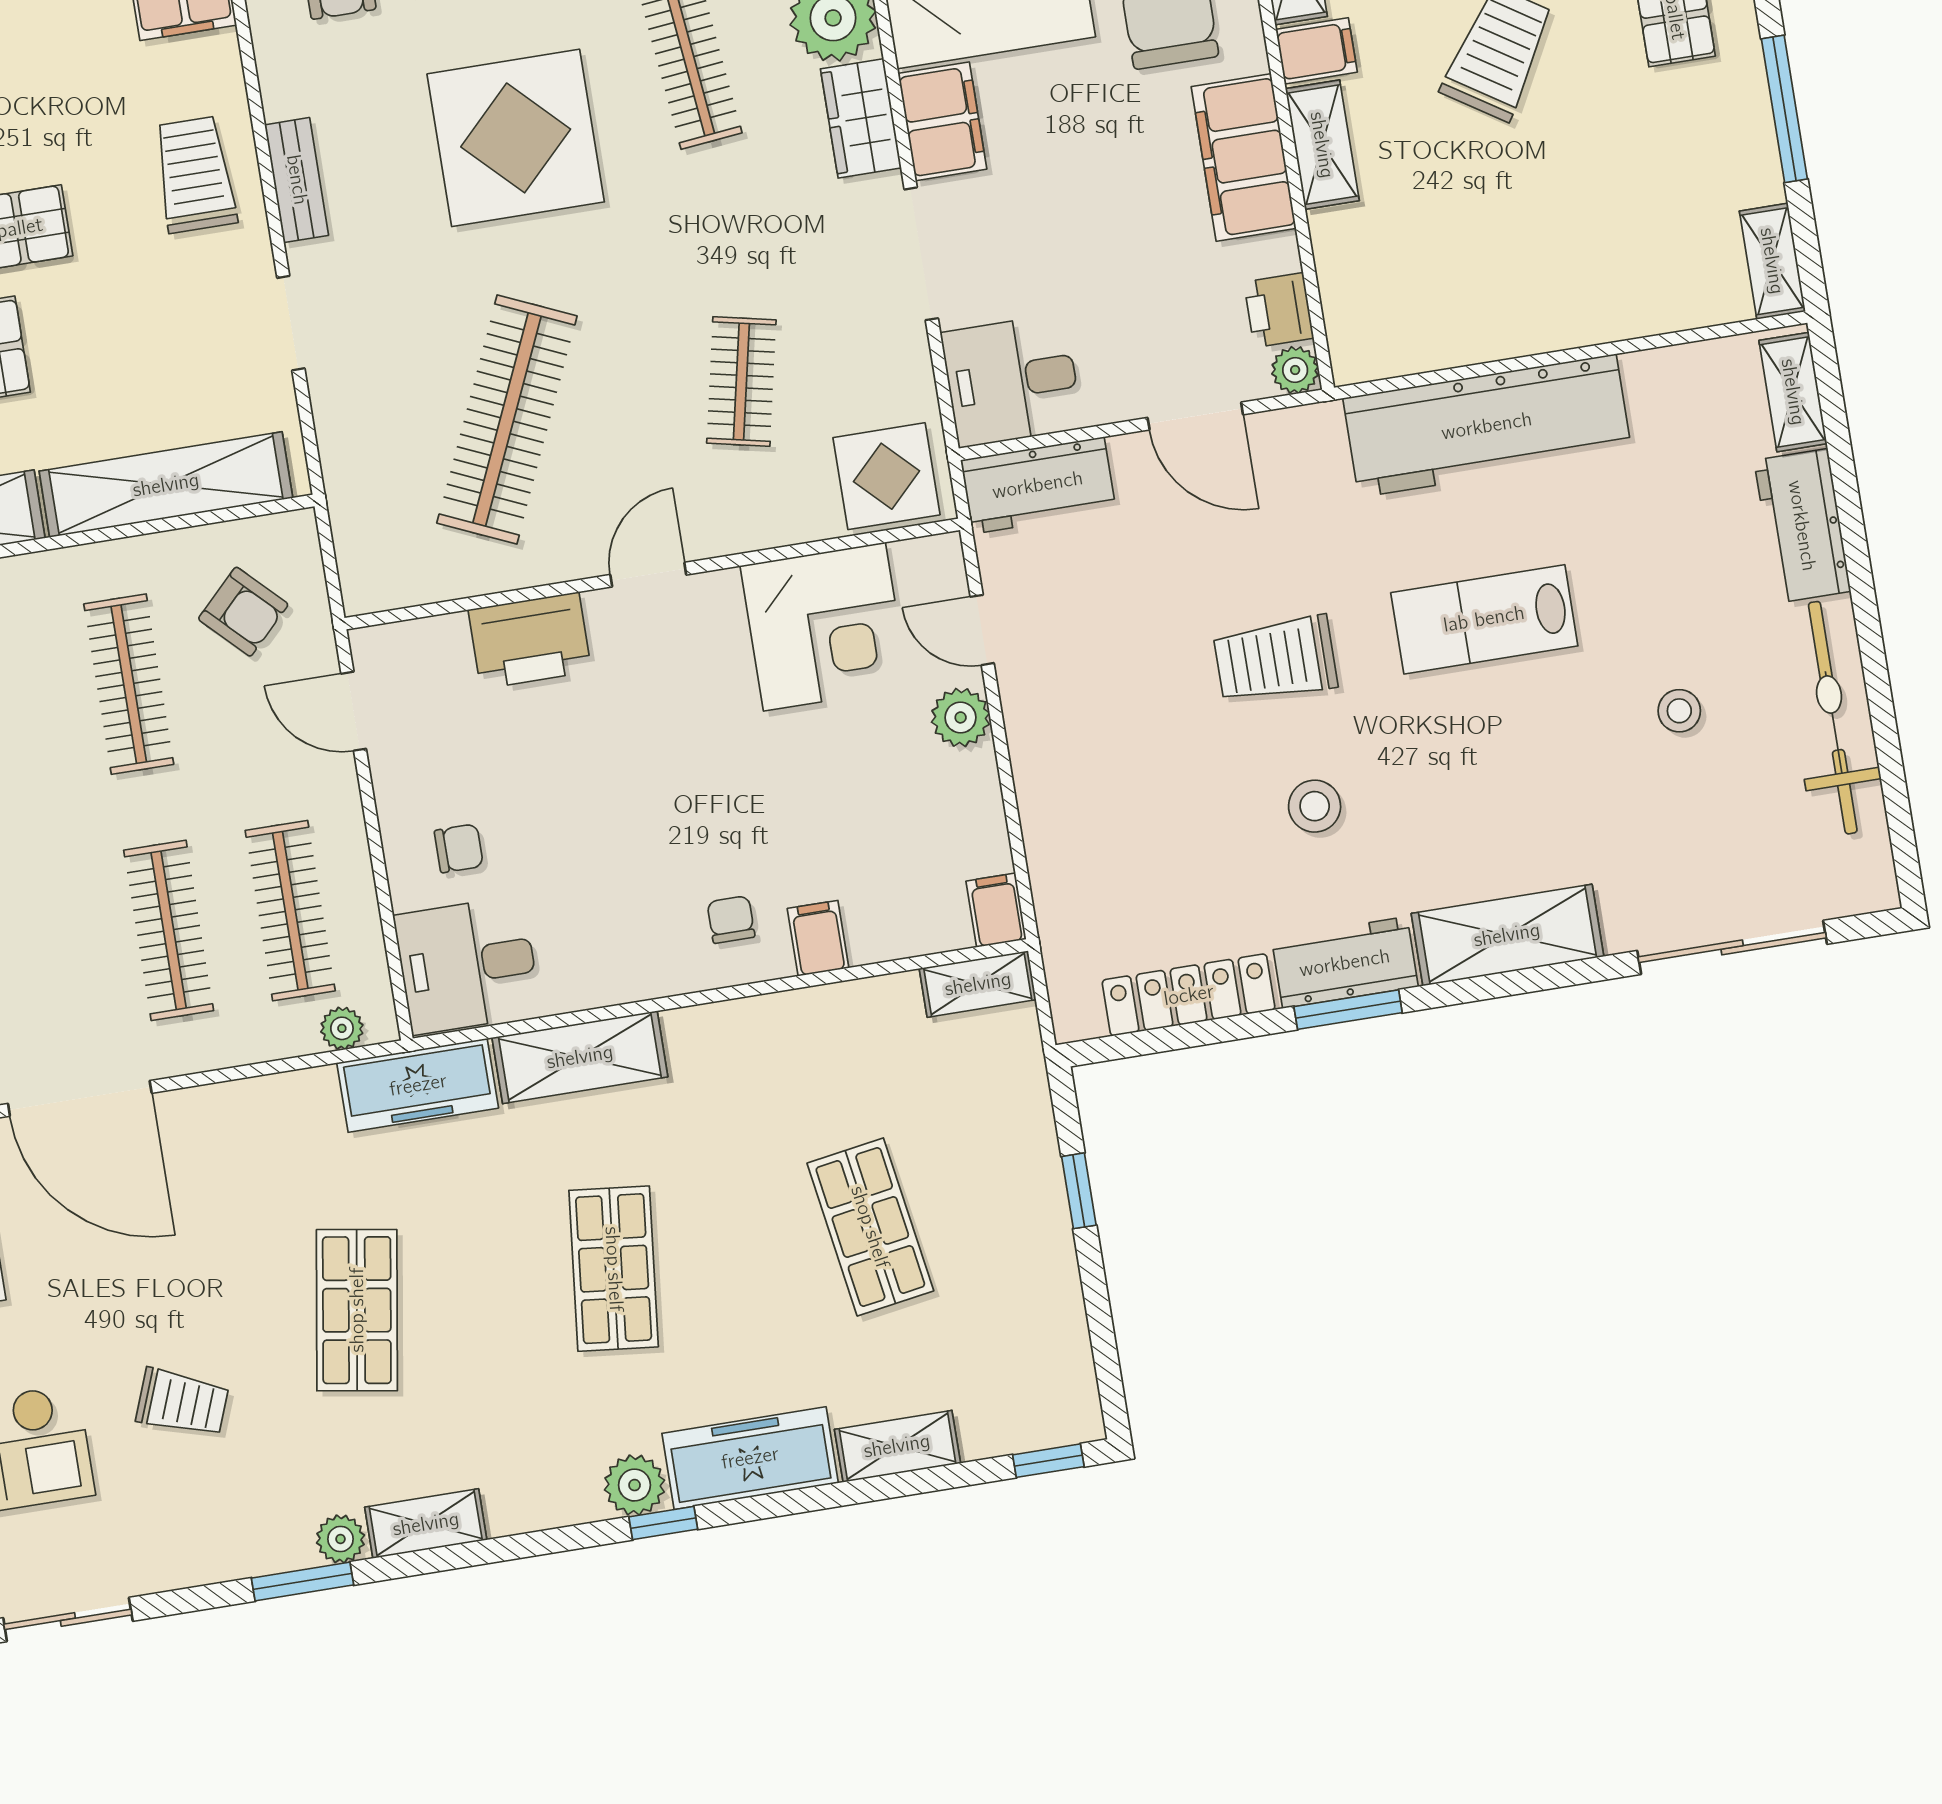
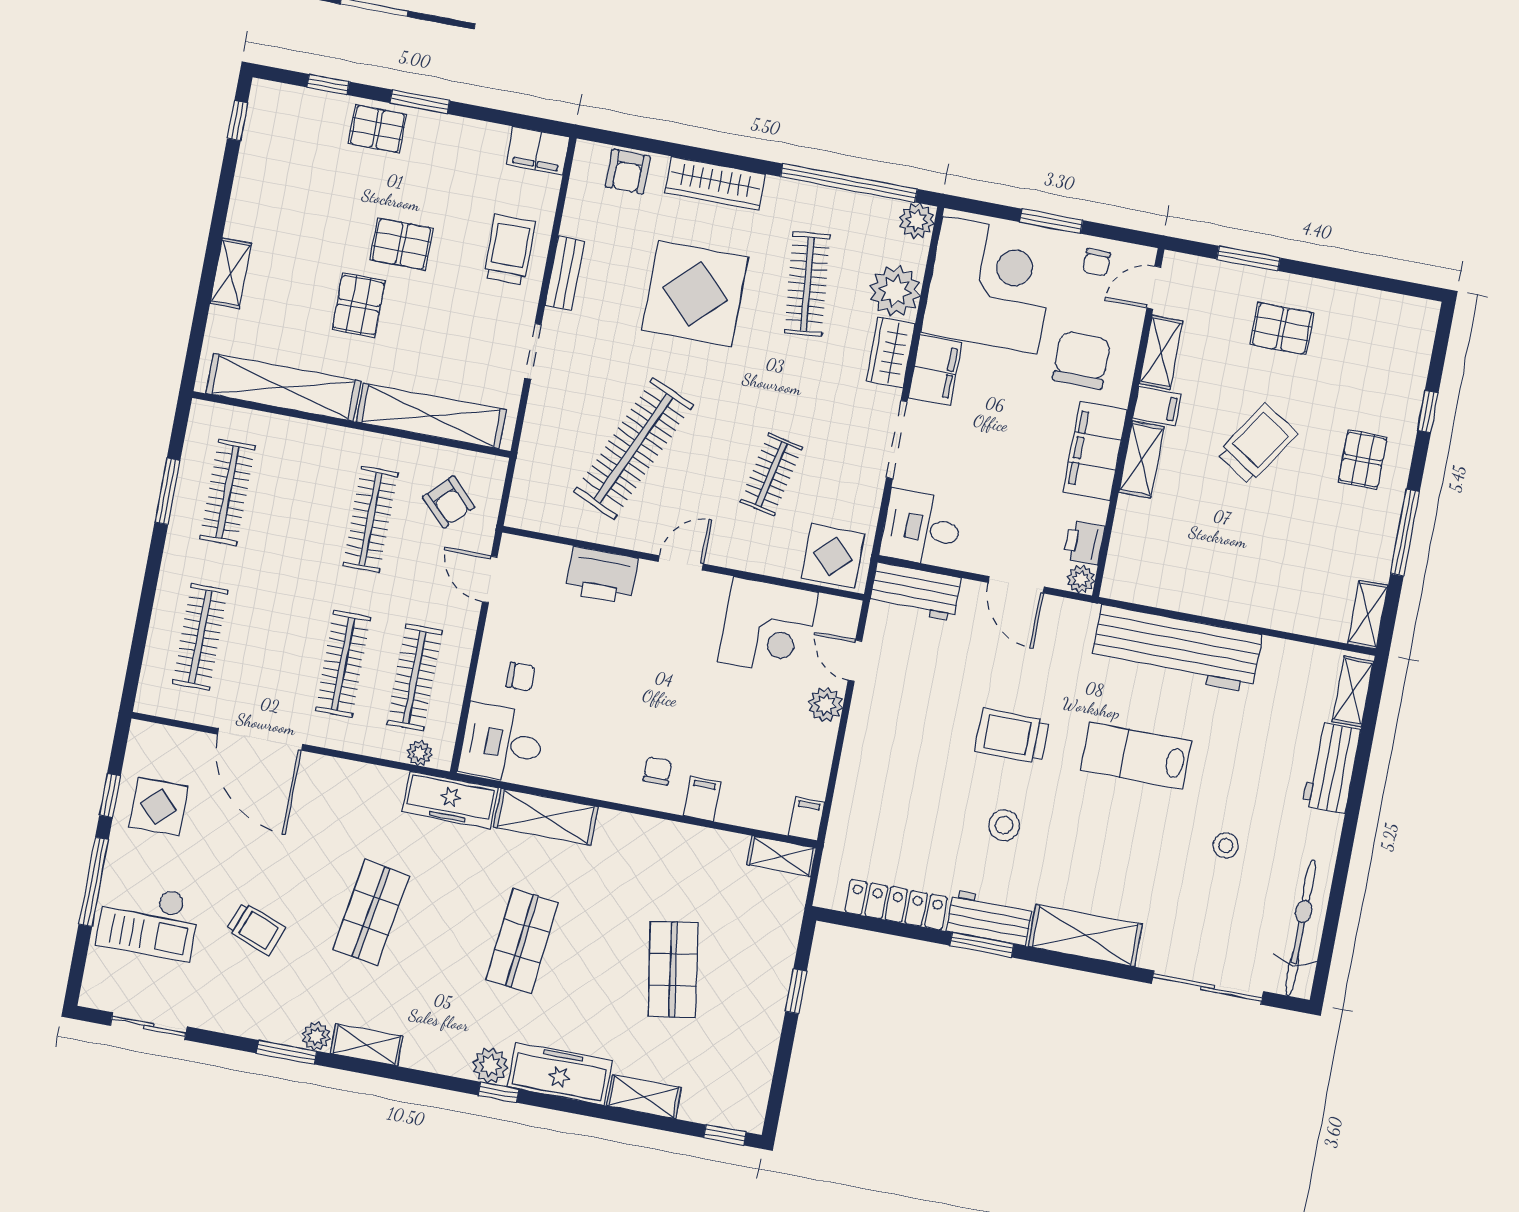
bicycle: (1833, 718) -> (1301, 928), moved

